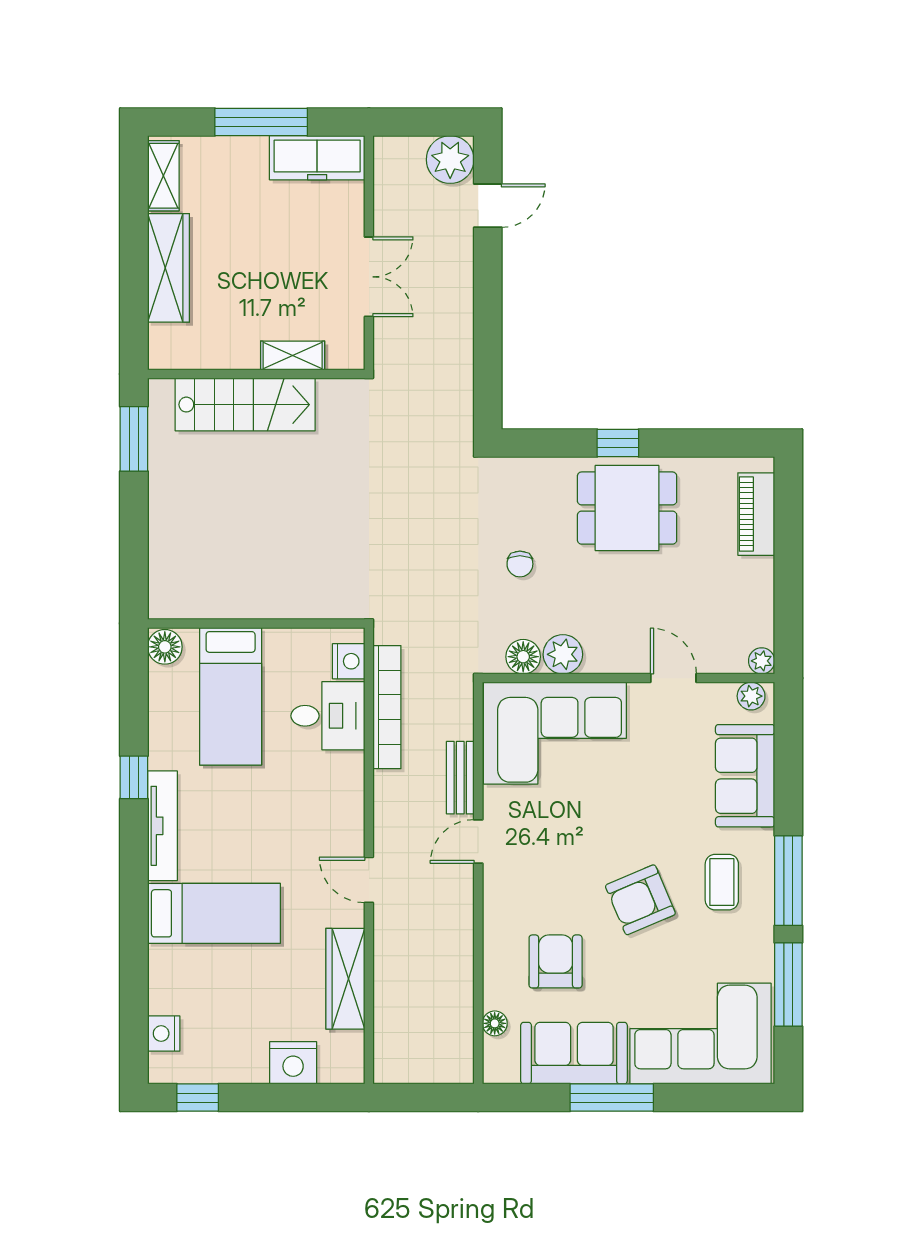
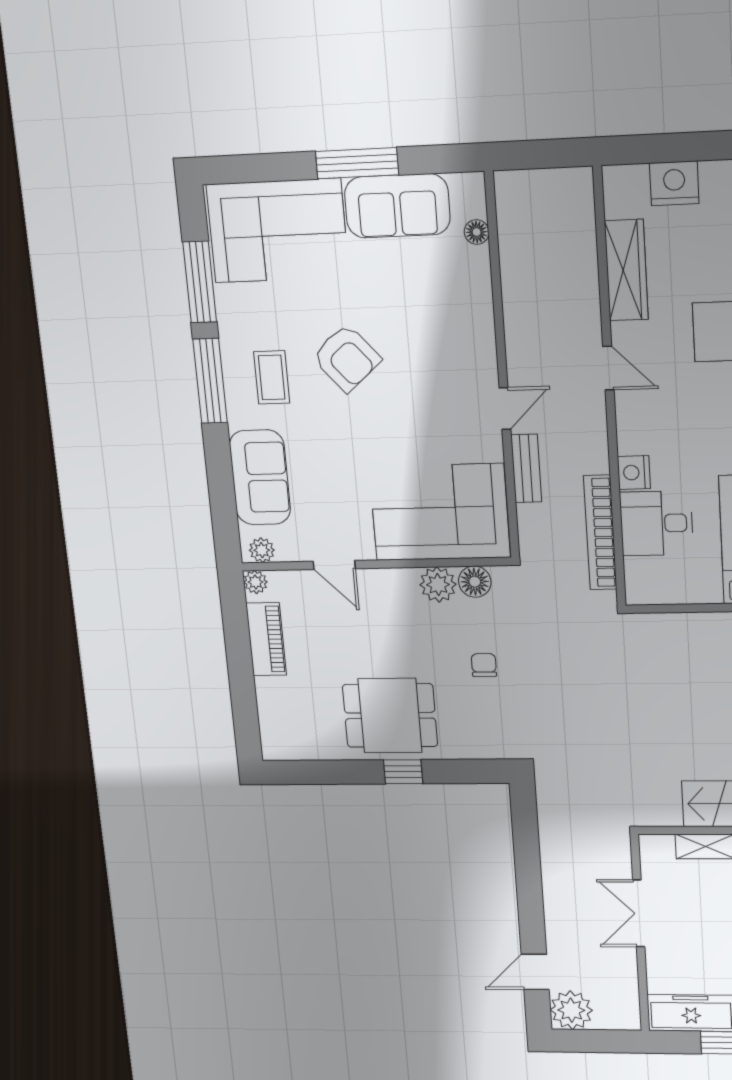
piano: (756, 514) -> (266, 639), moved
nightstand: (349, 661) -> (634, 473), moved
armchair: (640, 900) -> (346, 358), turned 72
armchair: (556, 961) -> (422, 295), removed

